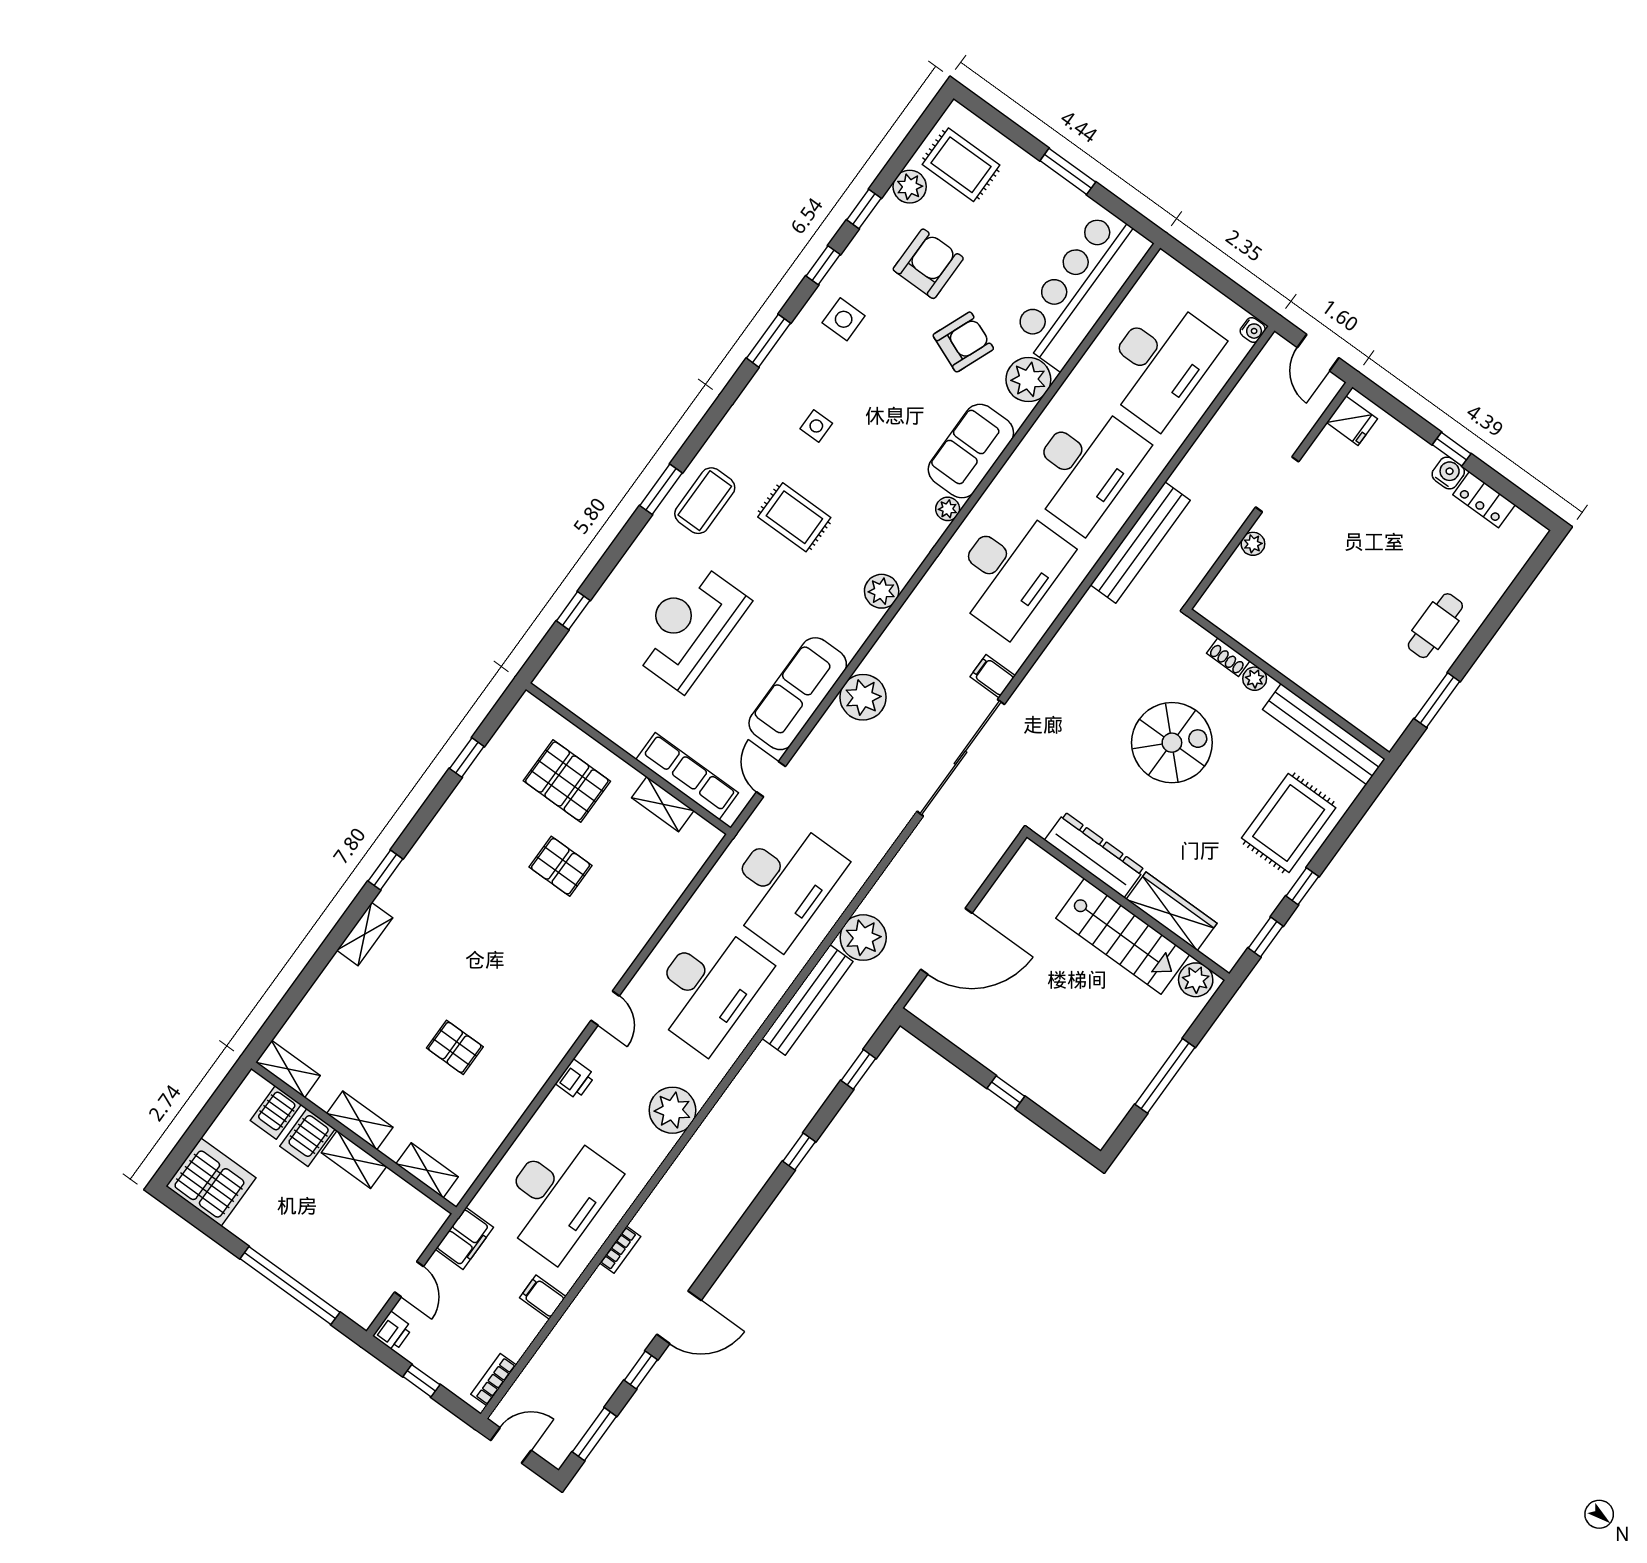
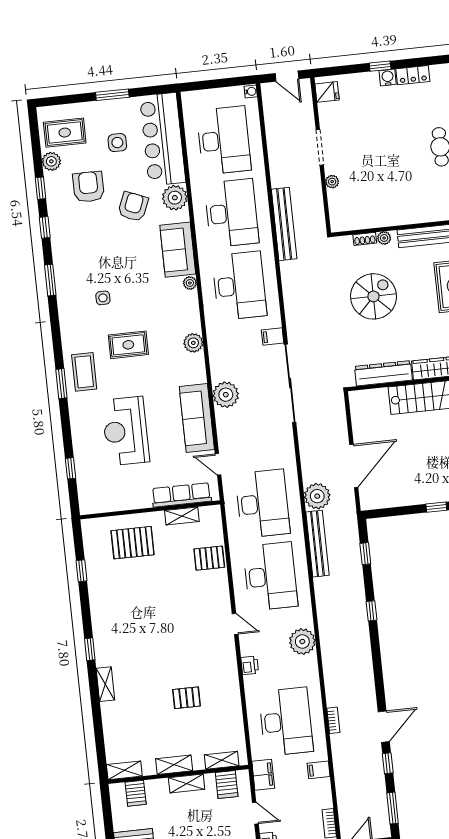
side table: (844, 319) -> (117, 143), moved
pallet: (561, 866) -> (209, 558), moved
server rack: (308, 1138) -> (227, 785), moved

